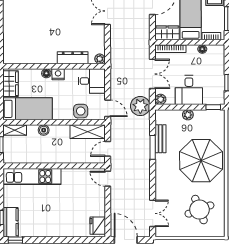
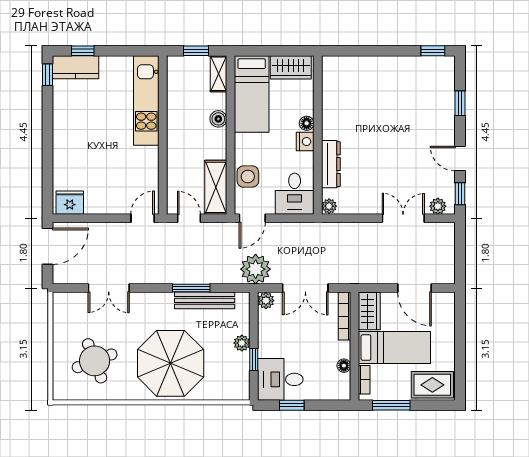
desk: (189, 90) -> (280, 379), moved
window: (213, 107) -> (254, 360), moved
bench: (160, 139) -> (205, 300), width x1.36
double door: (153, 213) -> (109, 288), moved

